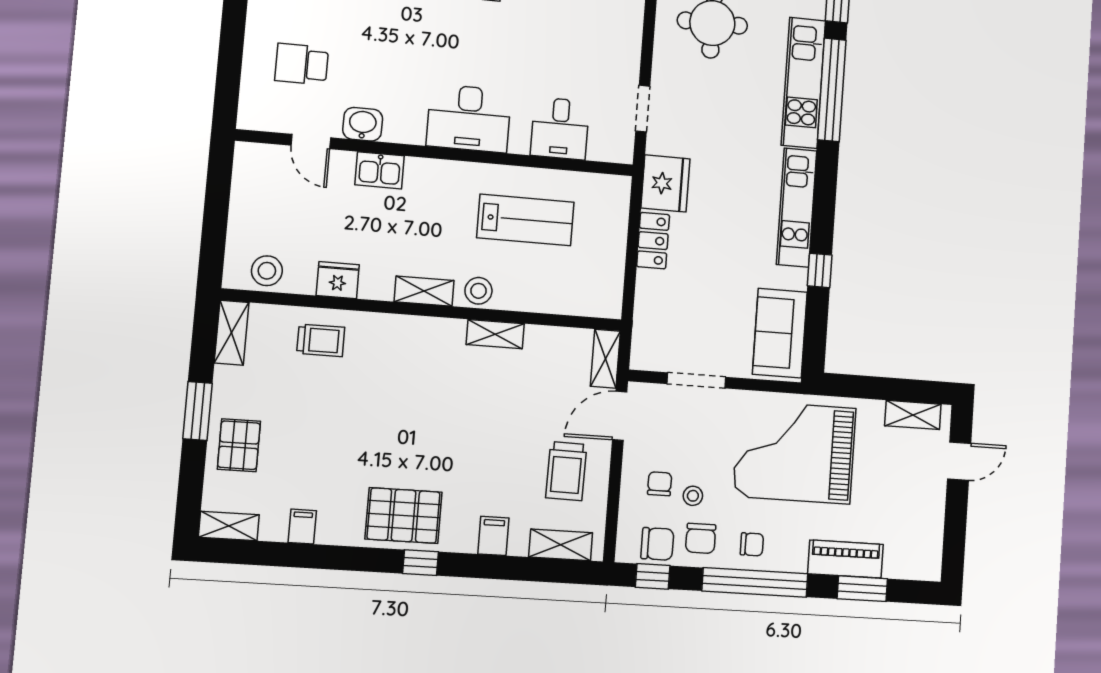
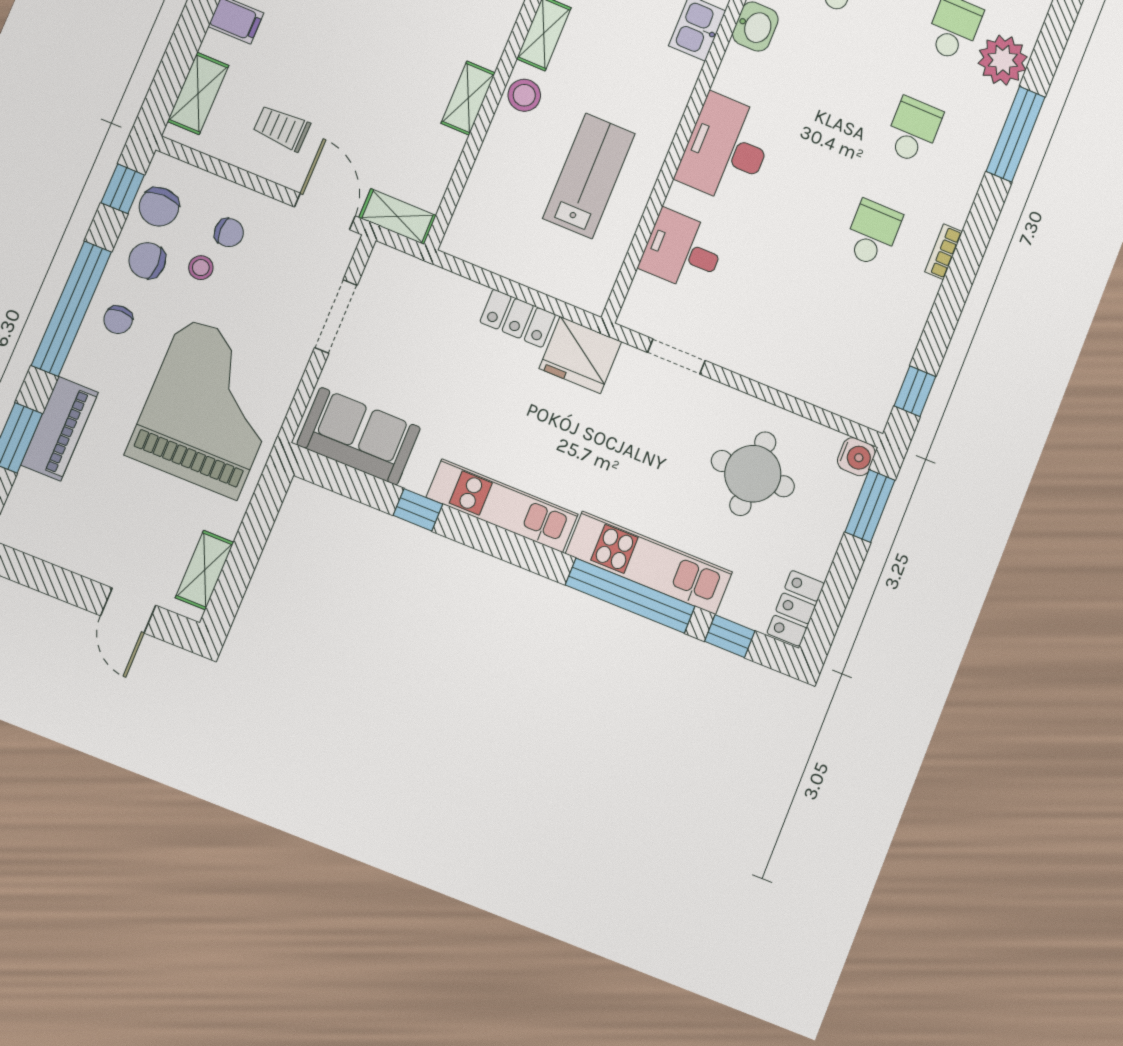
lab bench: (525, 220) -> (589, 176), turned 180
trolley: (566, 471) -> (282, 128), width x0.73, depth x0.72

